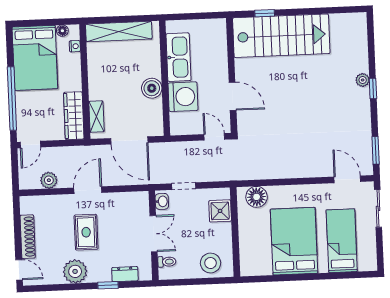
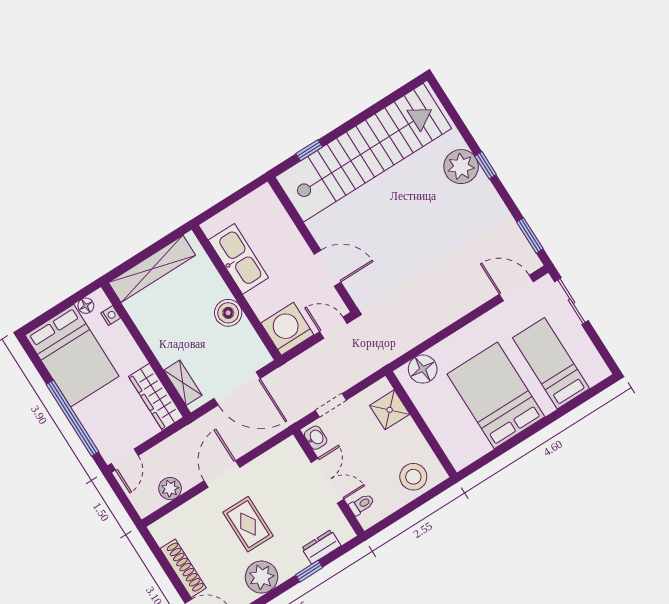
stairs: (281, 36) -> (363, 153), width x1.36
plant: (363, 80) -> (461, 167), width x1.88, depth x1.88
washing machine: (183, 97) -> (287, 329), moved, turned -90

